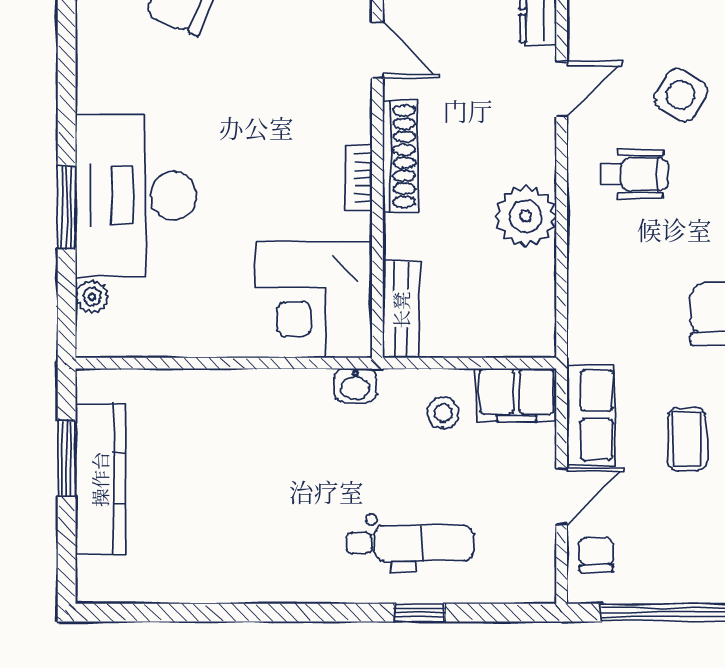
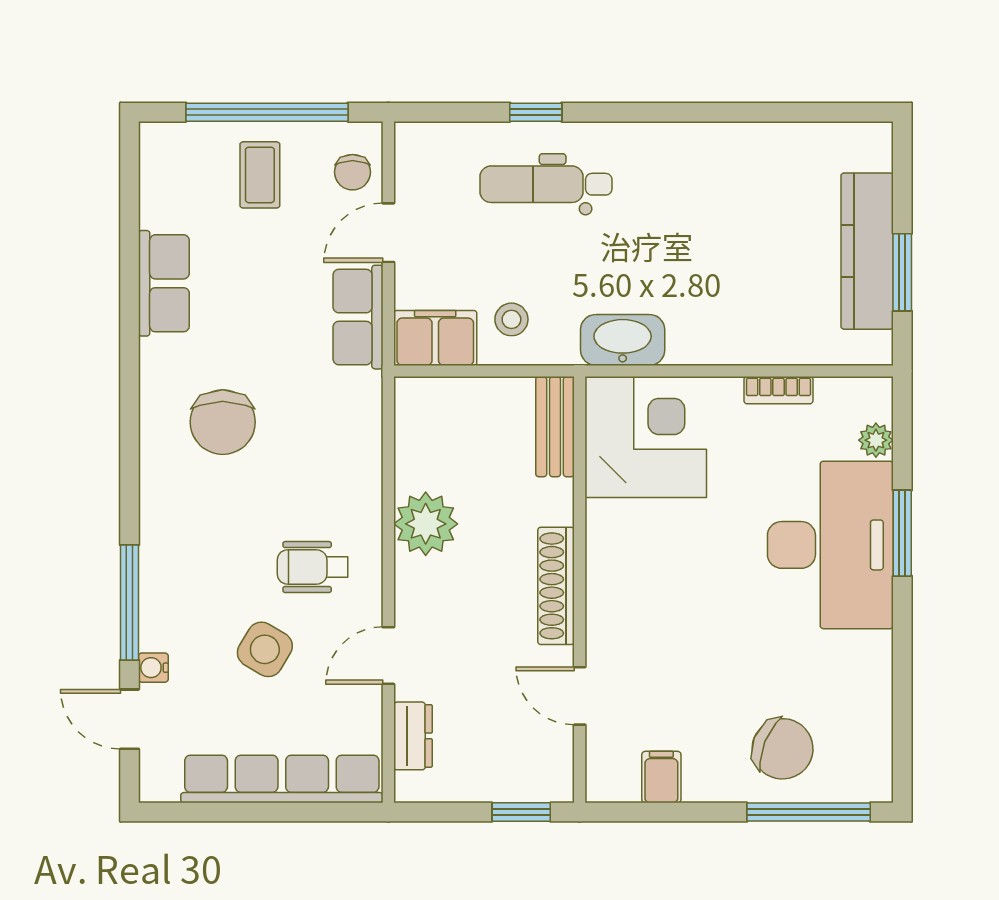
bookcase: (359, 178) -> (778, 390), moved, turned 90
washbasin: (355, 386) -> (623, 340), width x1.91, depth x1.45
coffee table: (687, 439) -> (260, 175), moved

